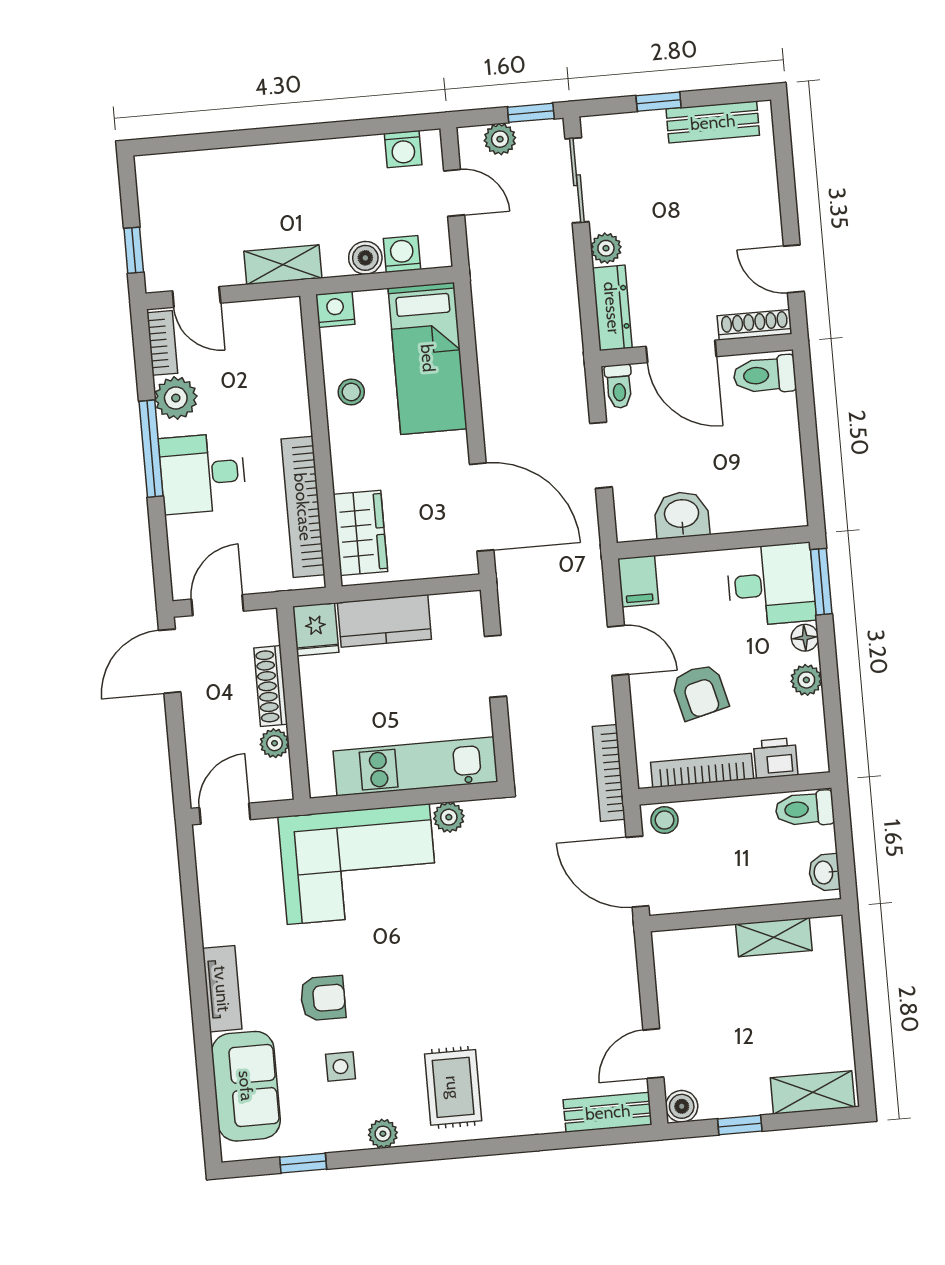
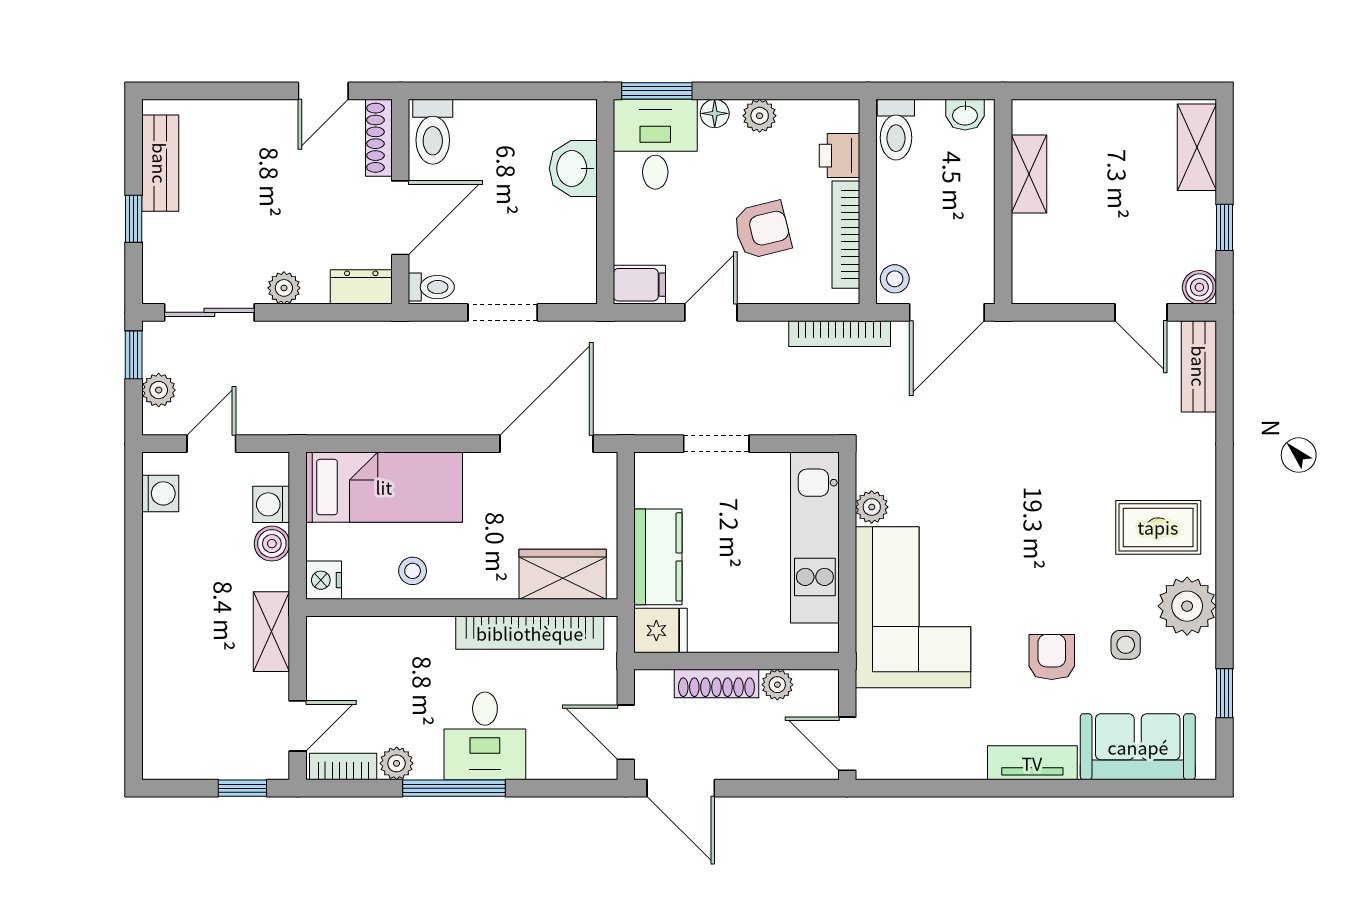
dresser: (612, 308) -> (361, 287), width x0.70
plant: (176, 398) -> (397, 763), width x0.73, depth x0.73
washbasin: (682, 515) -> (573, 168), moved
plant: (383, 1134) -> (1187, 606), width x1.88, depth x1.88

